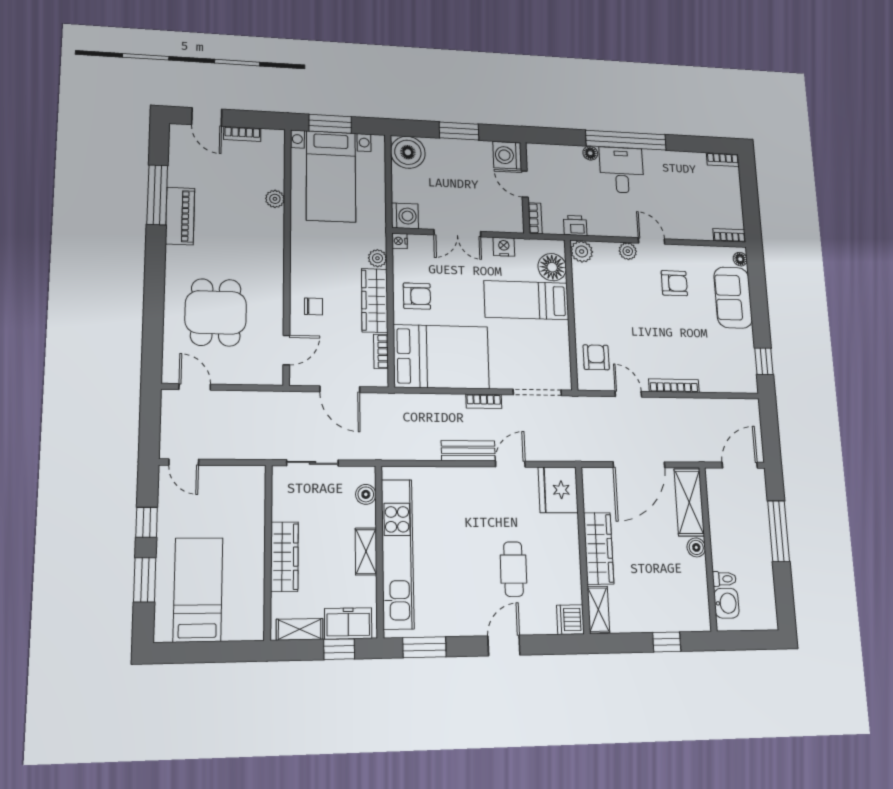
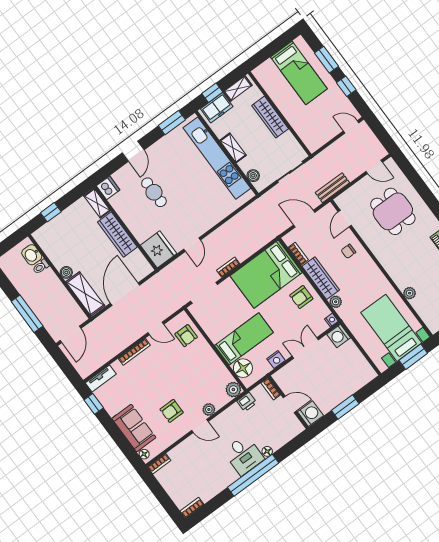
boiler: (408, 152) -> (363, 373), removed
tv unit: (736, 385) -> (101, 378), added
bench: (468, 451) -> (332, 188), moved

